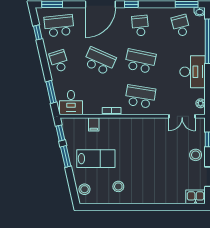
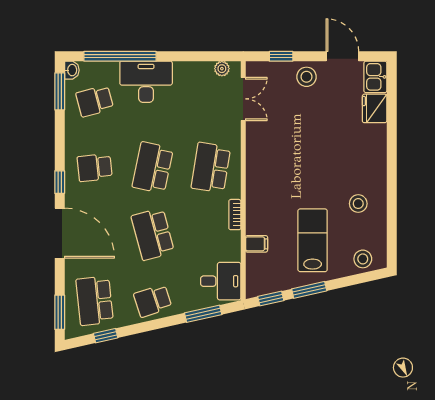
school desk: (100, 61) -> (153, 234), turned -39
desk: (193, 72) -> (146, 82), moved
fridge: (176, 196) -> (375, 108), added

